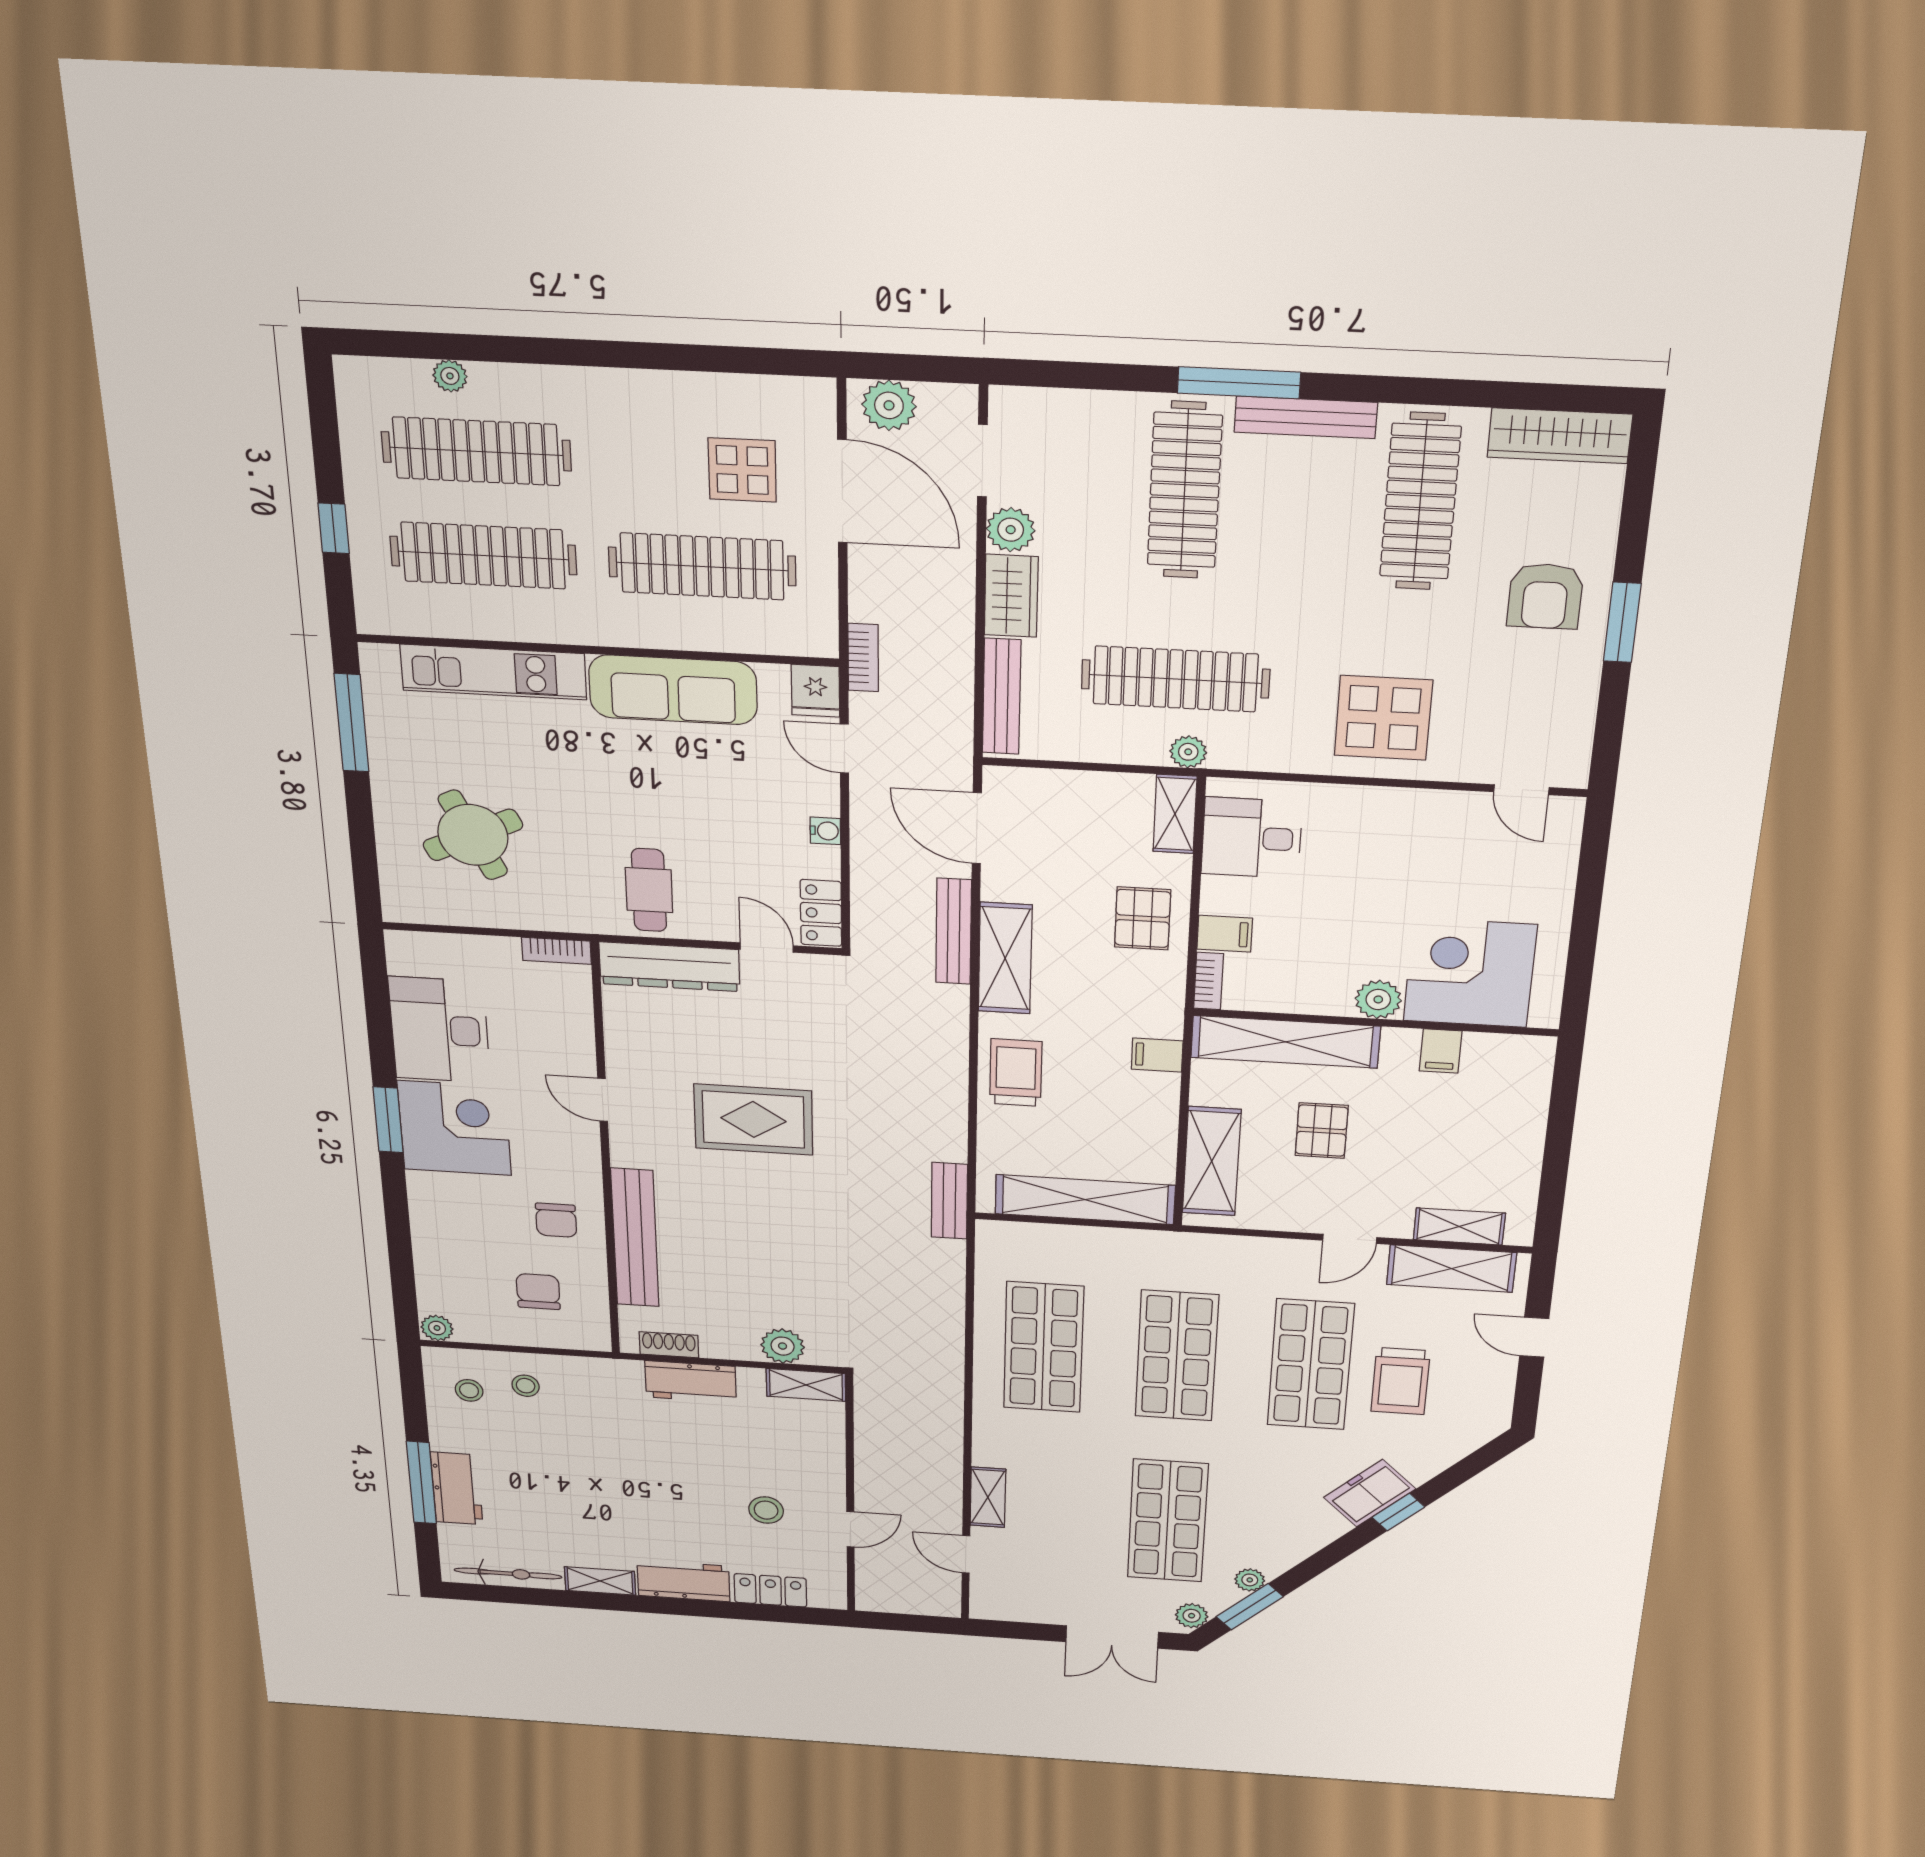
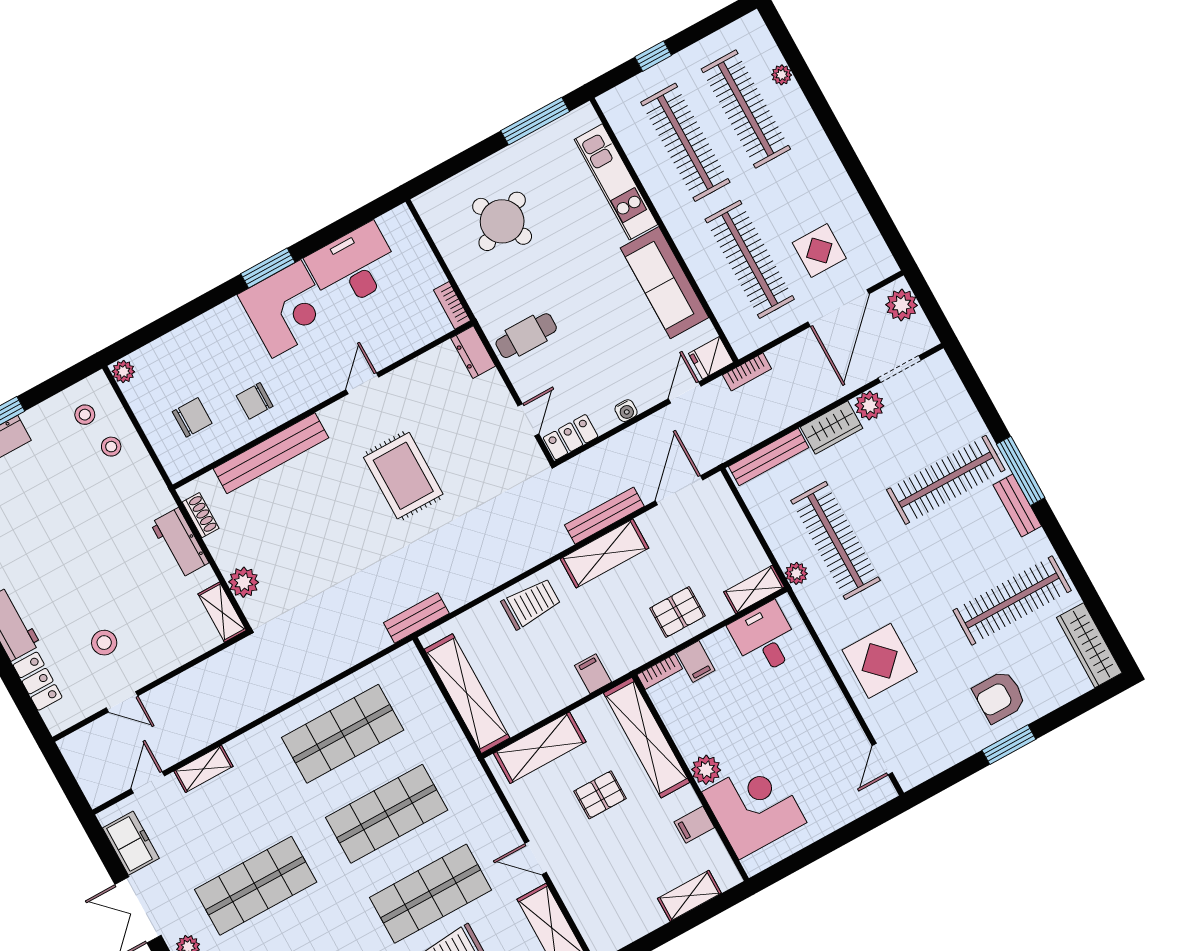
bench: (1306, 417) -> (1017, 506), width x0.73
dresser: (669, 967) -> (473, 352), width x0.51, depth x0.80
shelving: (1459, 1226) -> (689, 896), moved, turned 90
freezer: (1027, 1605) -> (131, 843), added

